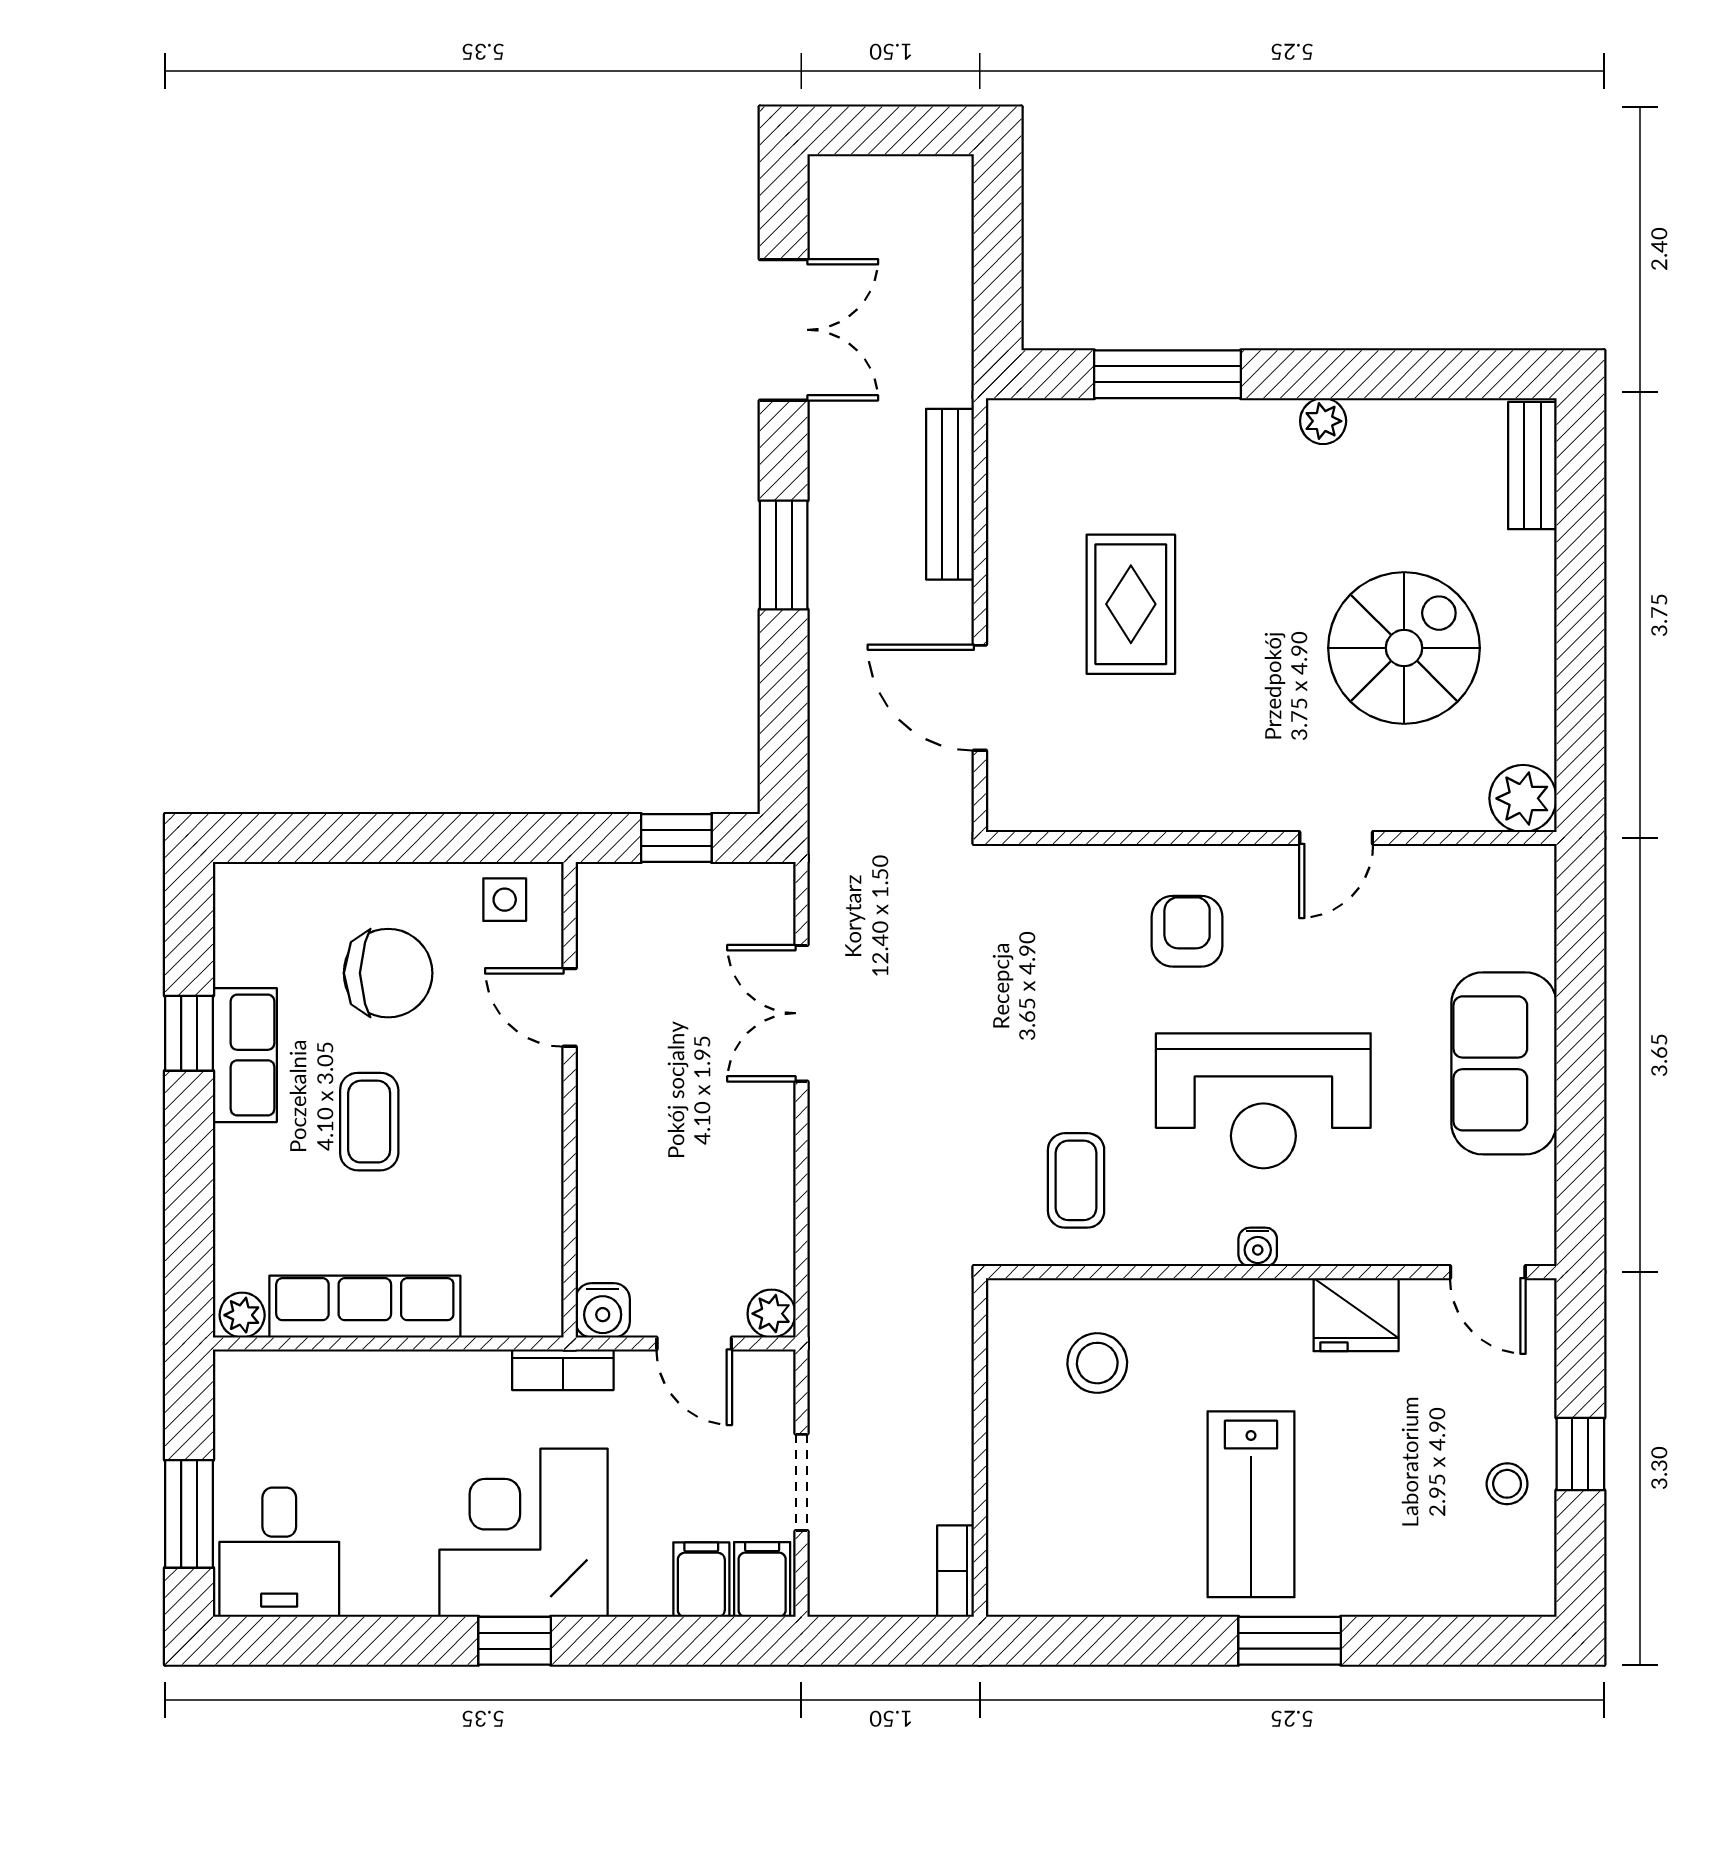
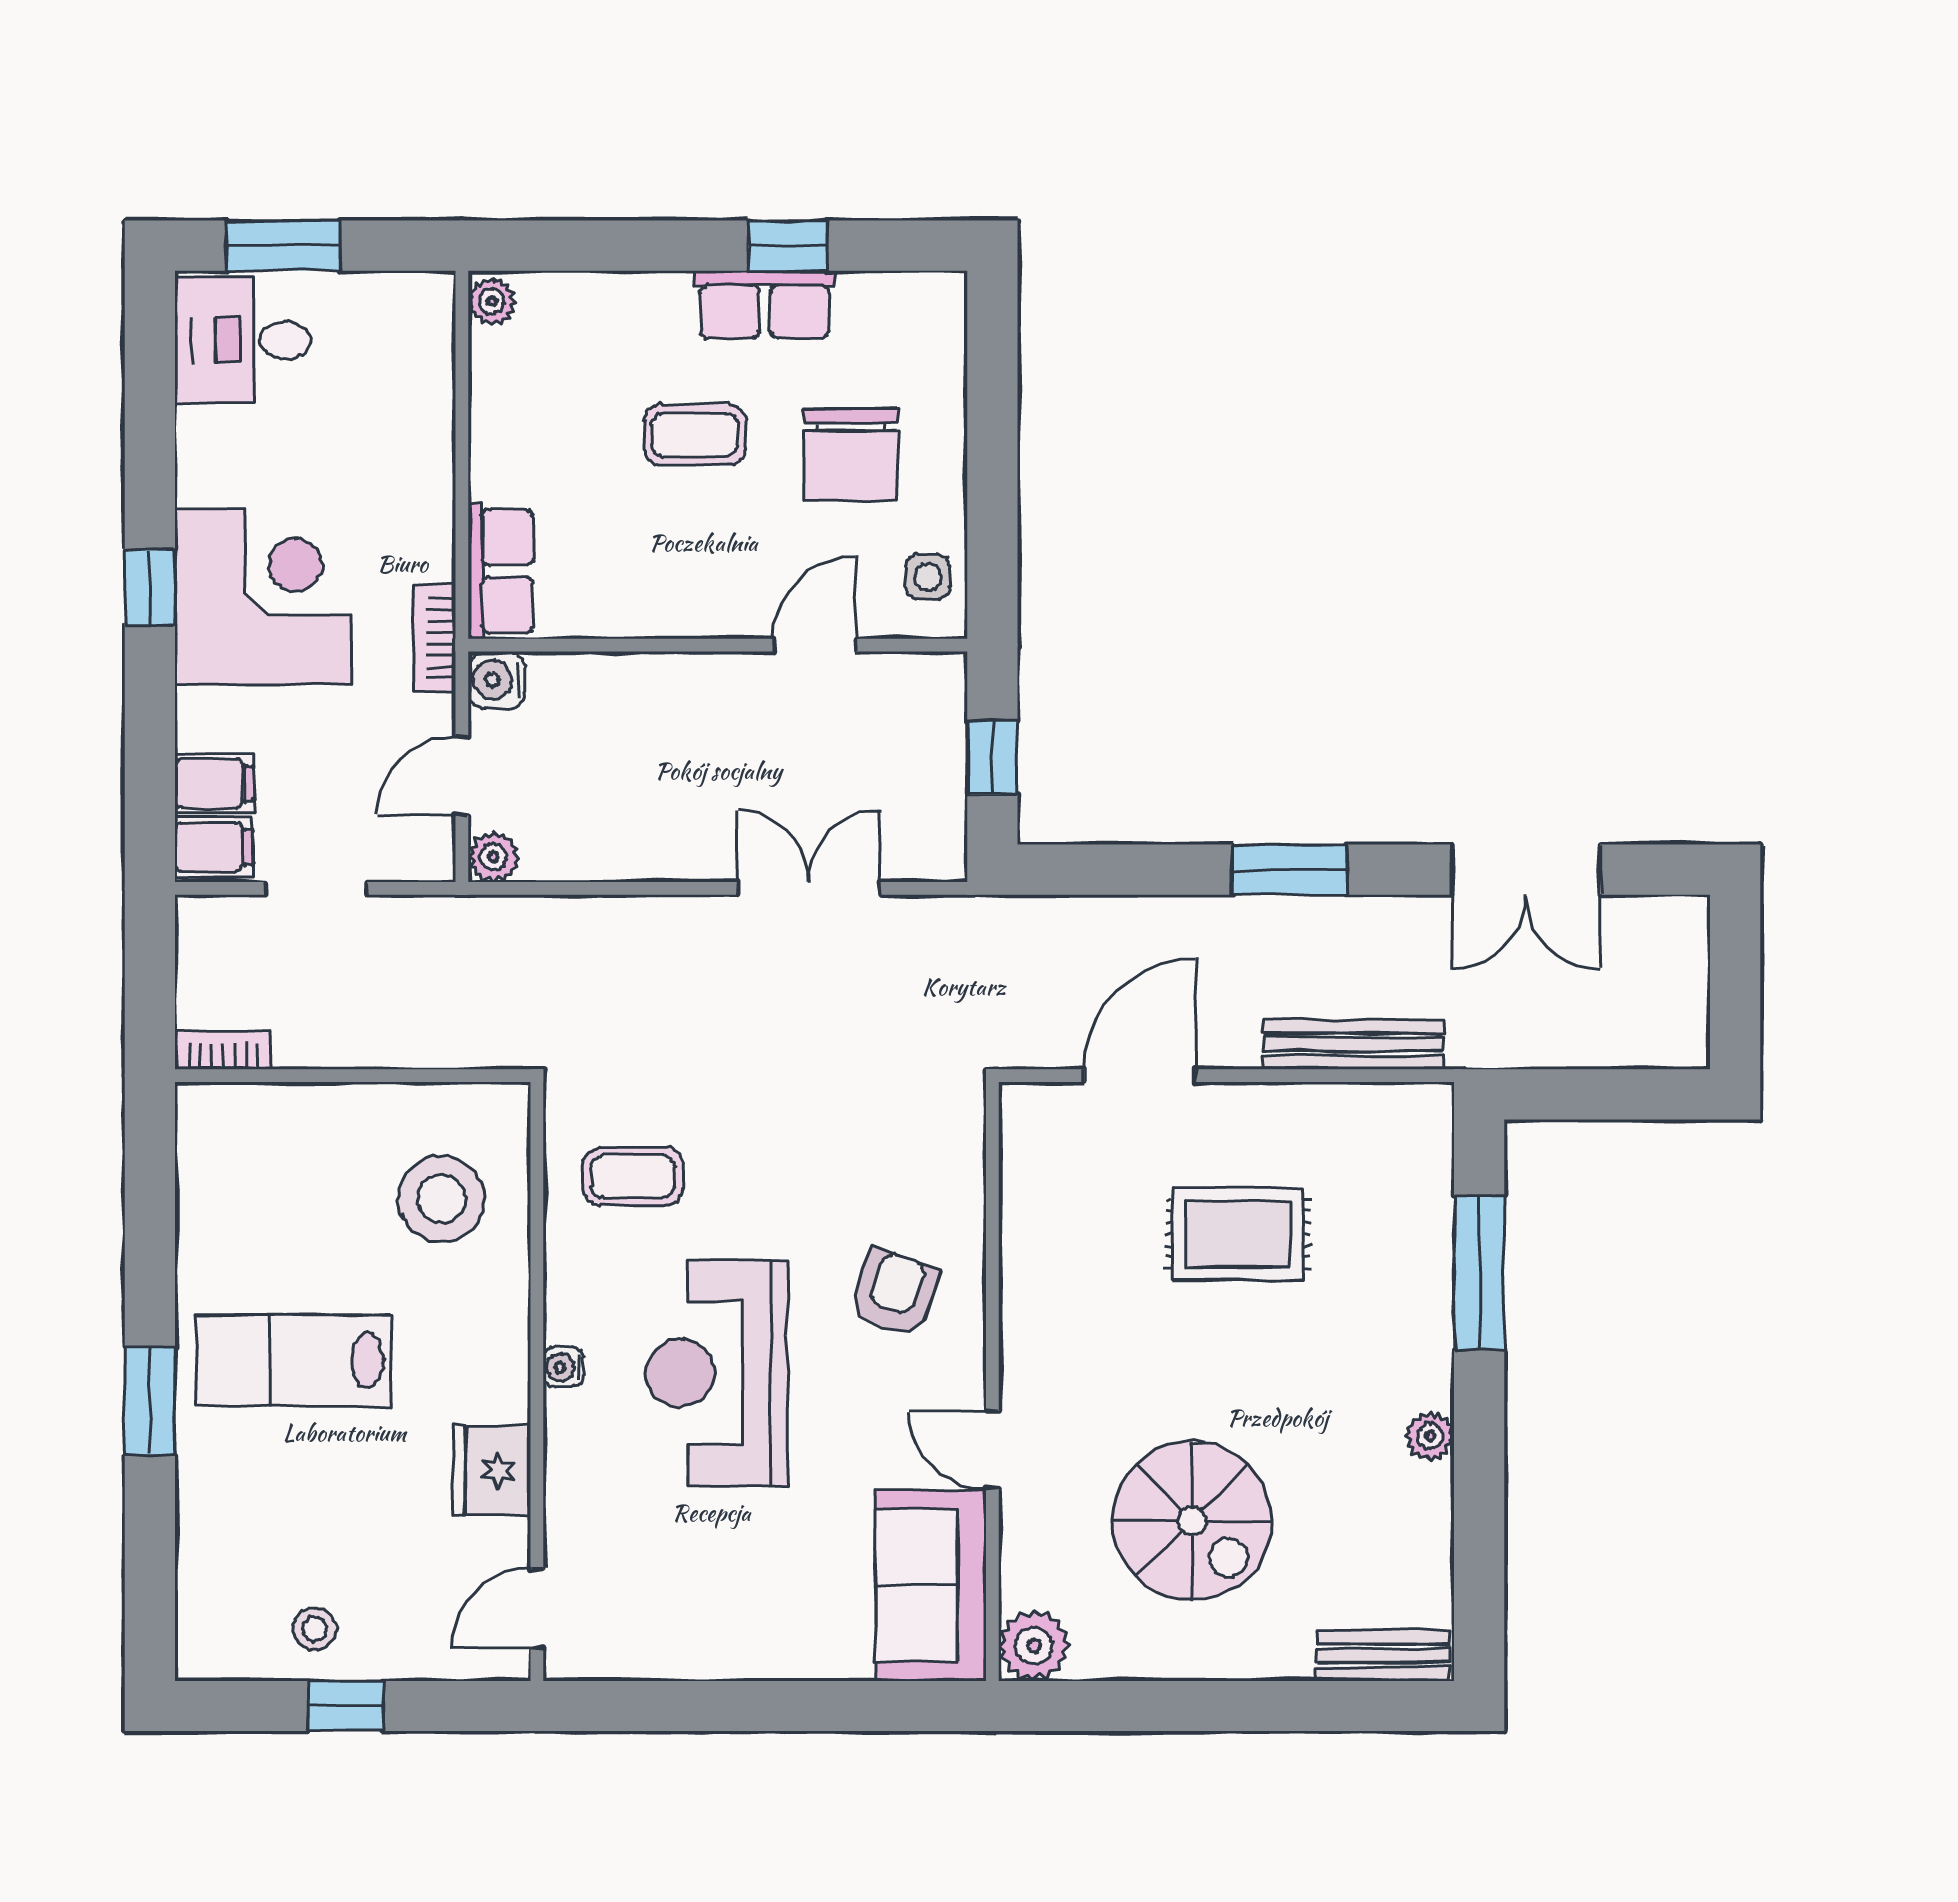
armchair: (1187, 931) -> (895, 1293), turned -71
sofa: (1504, 1063) -> (931, 1585), moved, turned -90
row of seats: (365, 1307) -> (501, 571), moved, width x0.68
stool: (1097, 1363) -> (441, 1199), width x1.38, depth x1.38

